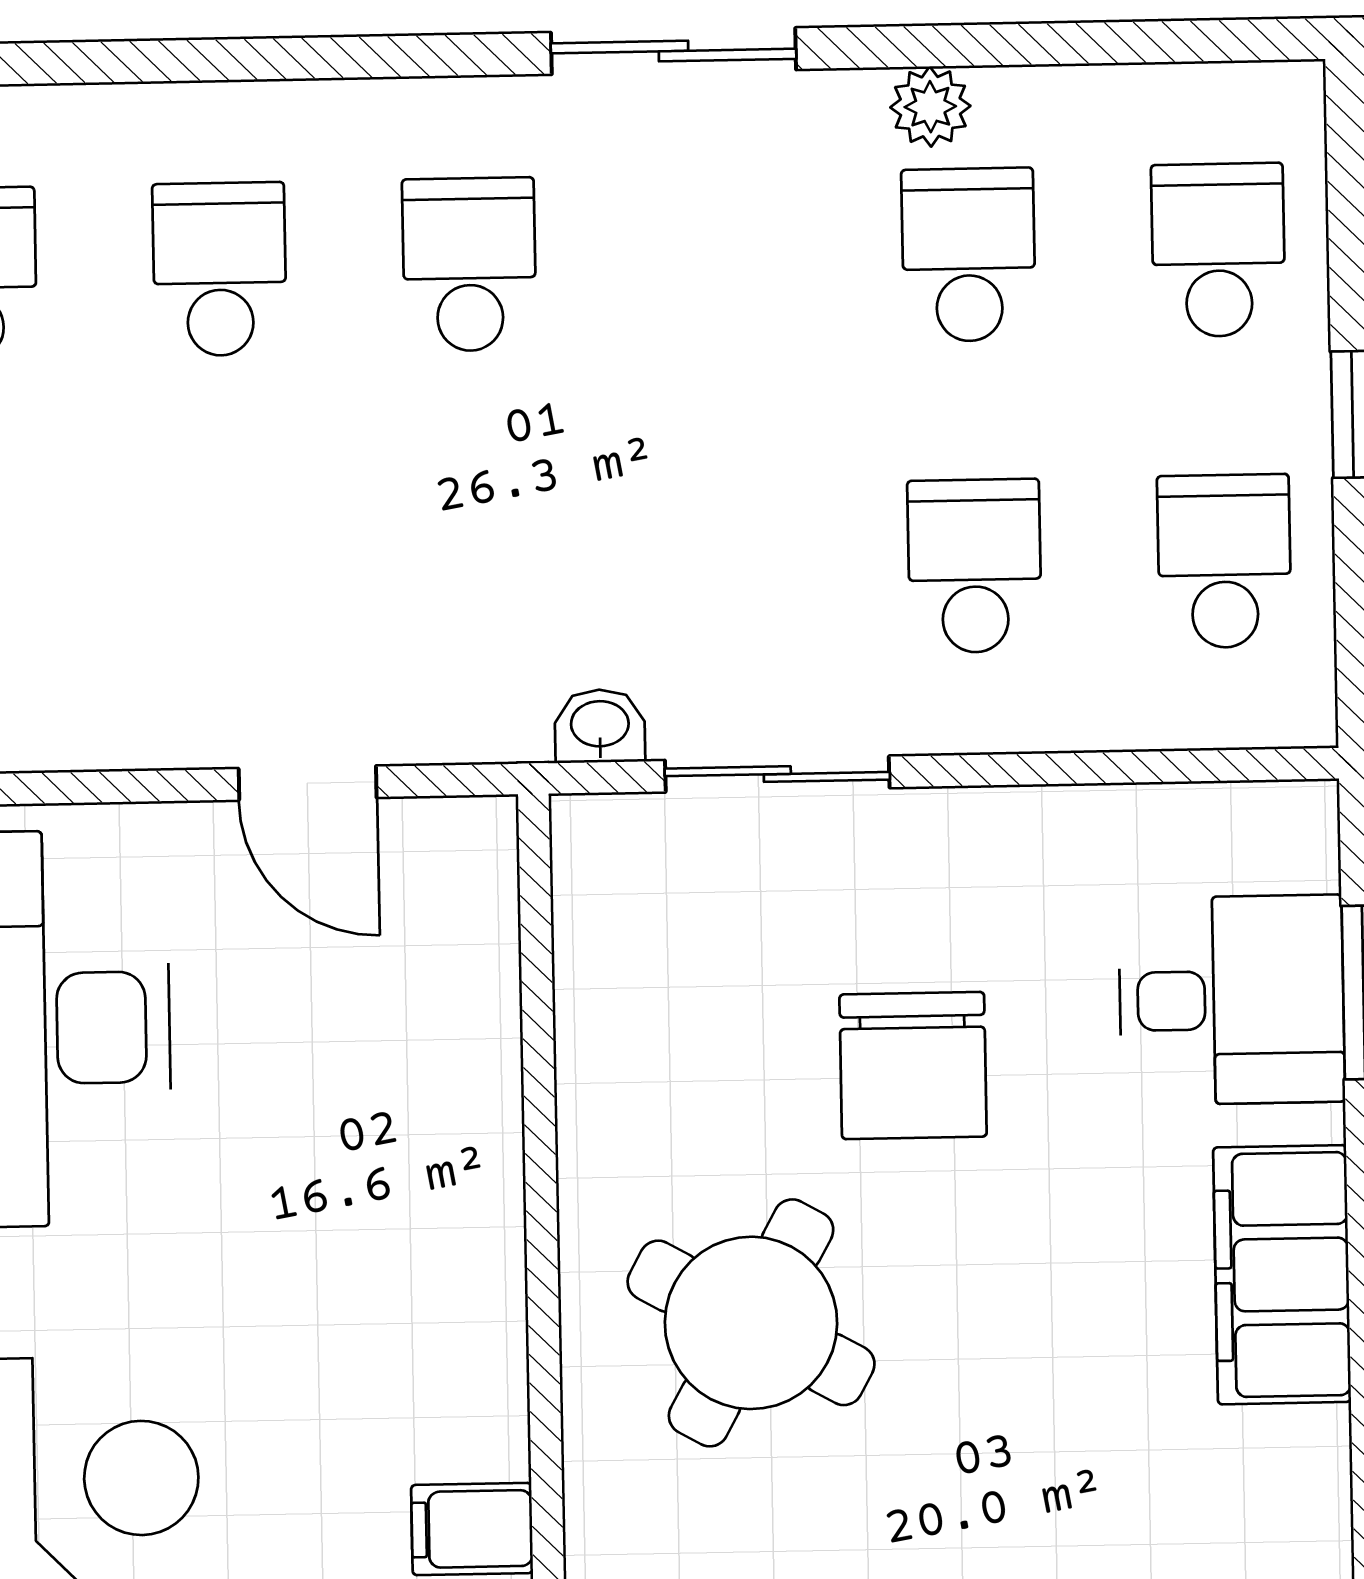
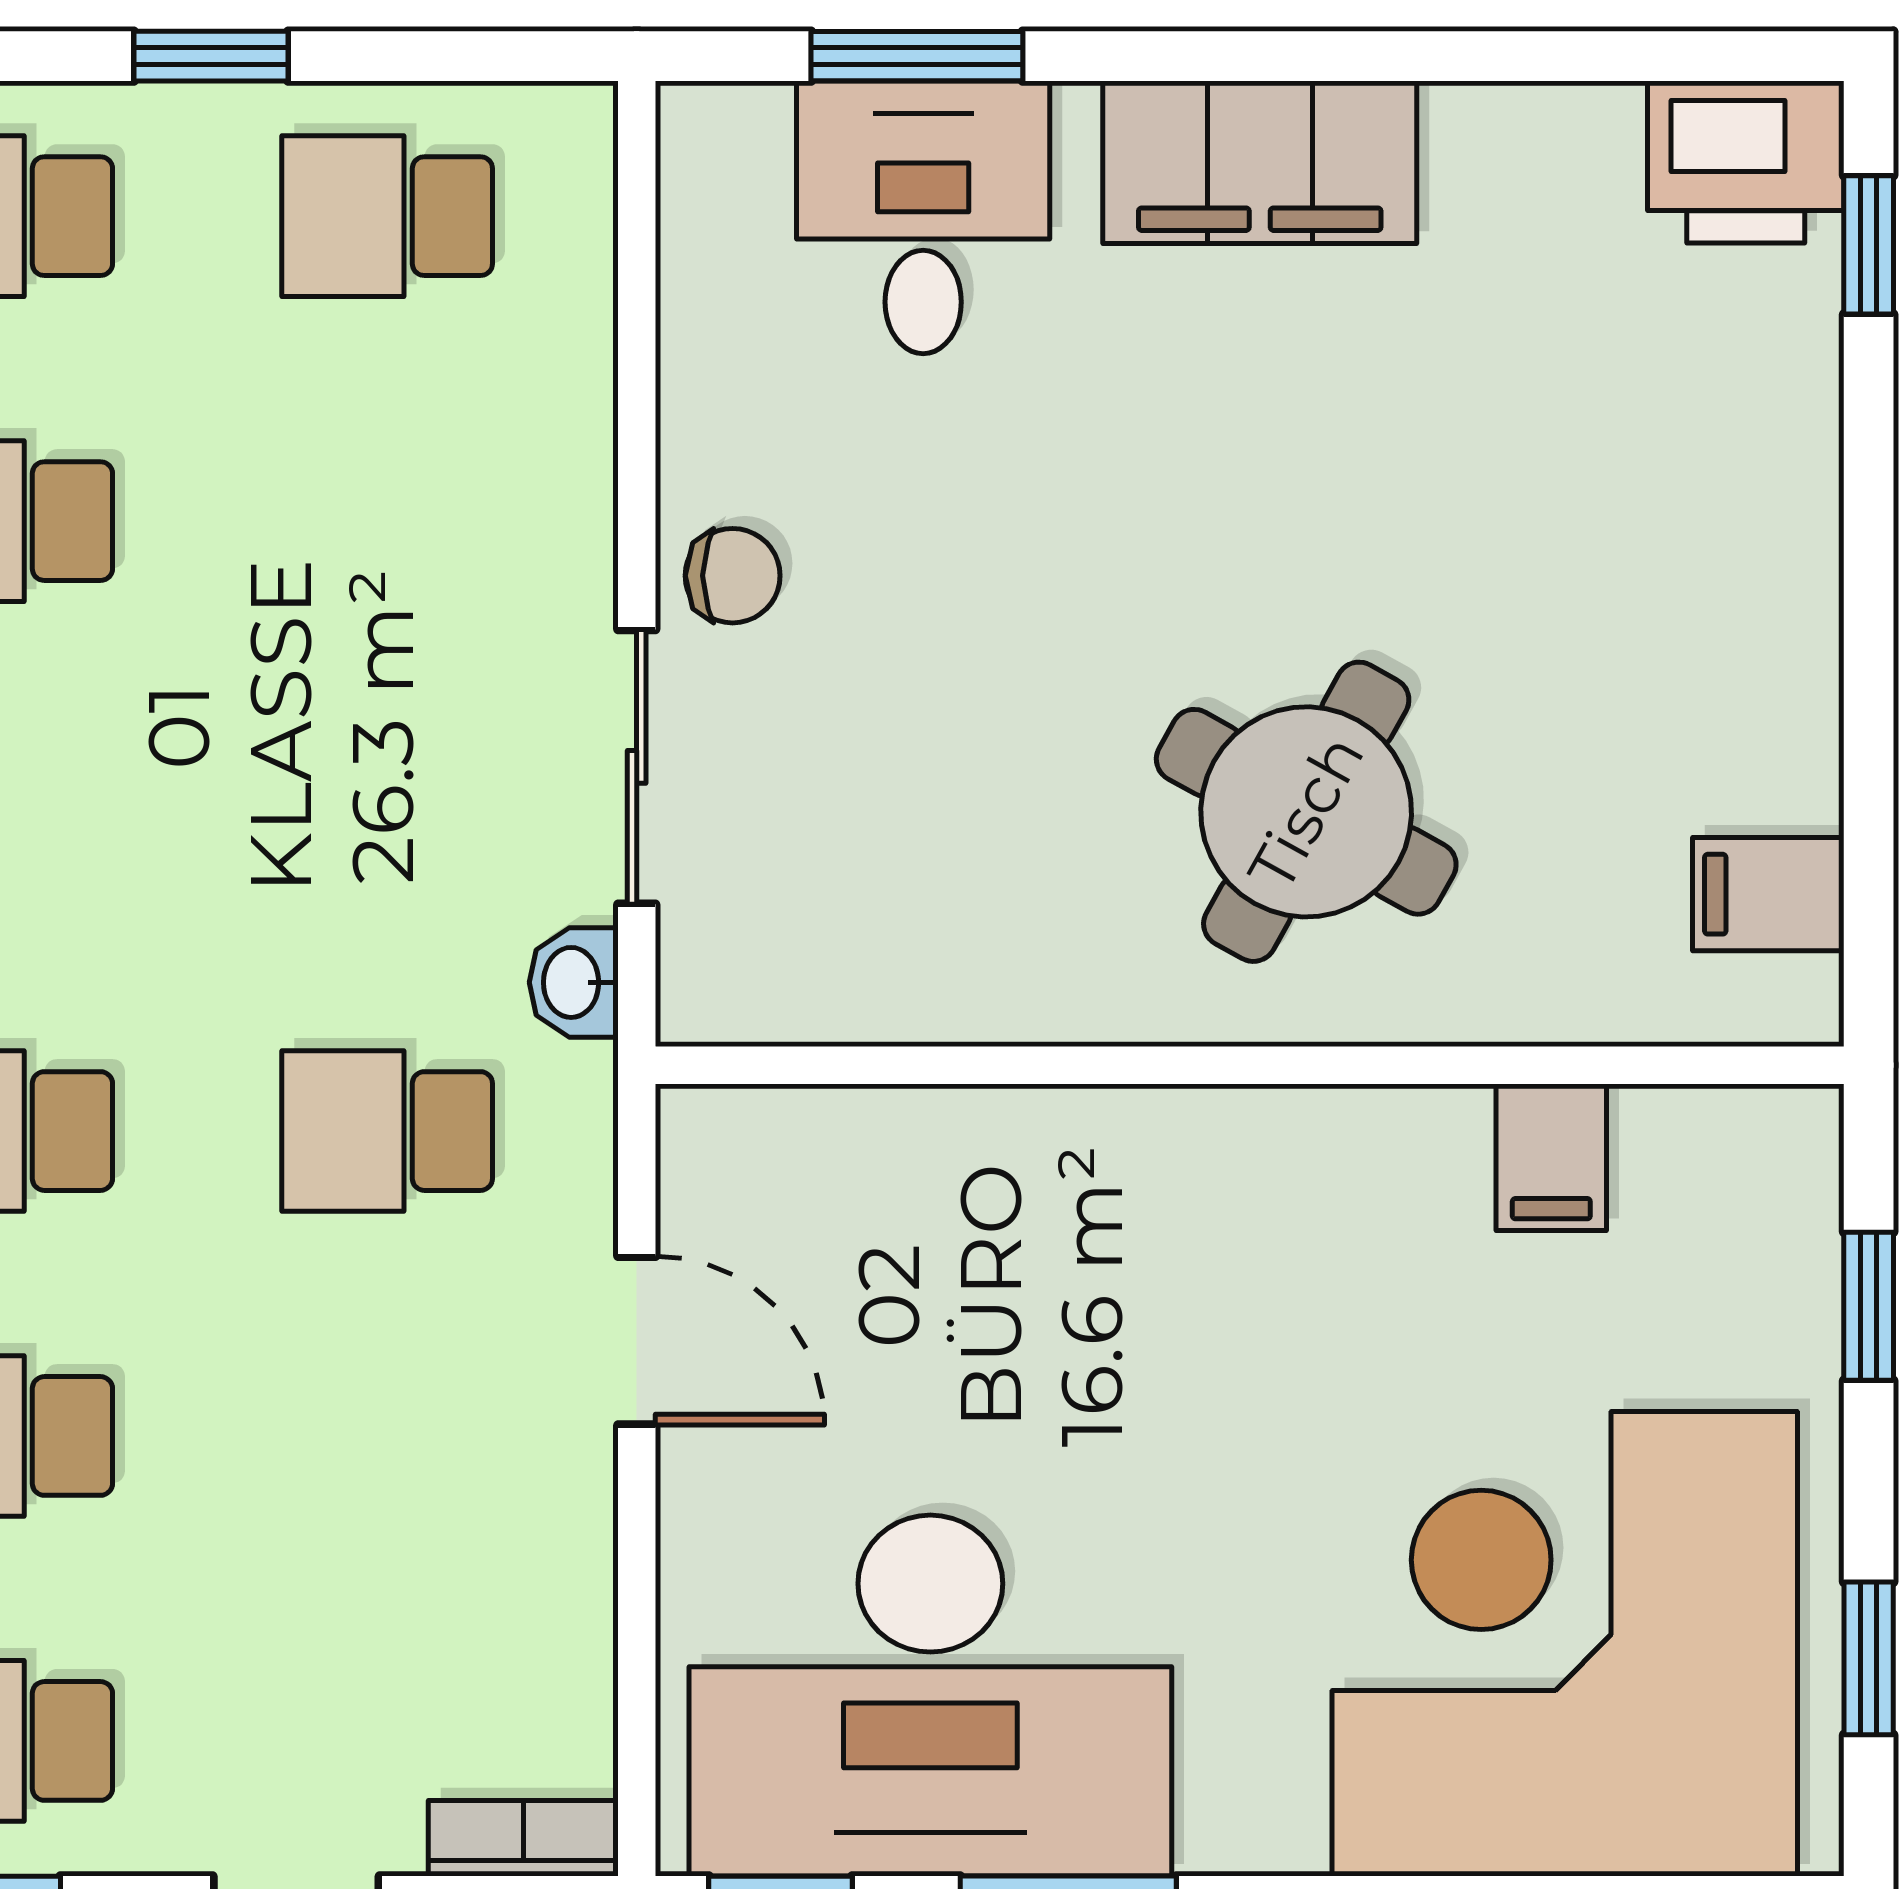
school desk: (975, 566) -> (387, 1131), moved
door: (308, 783) -> (637, 1341), hinge flipped
chair: (913, 1066) -> (733, 576), moved, width x0.54, depth x0.54

